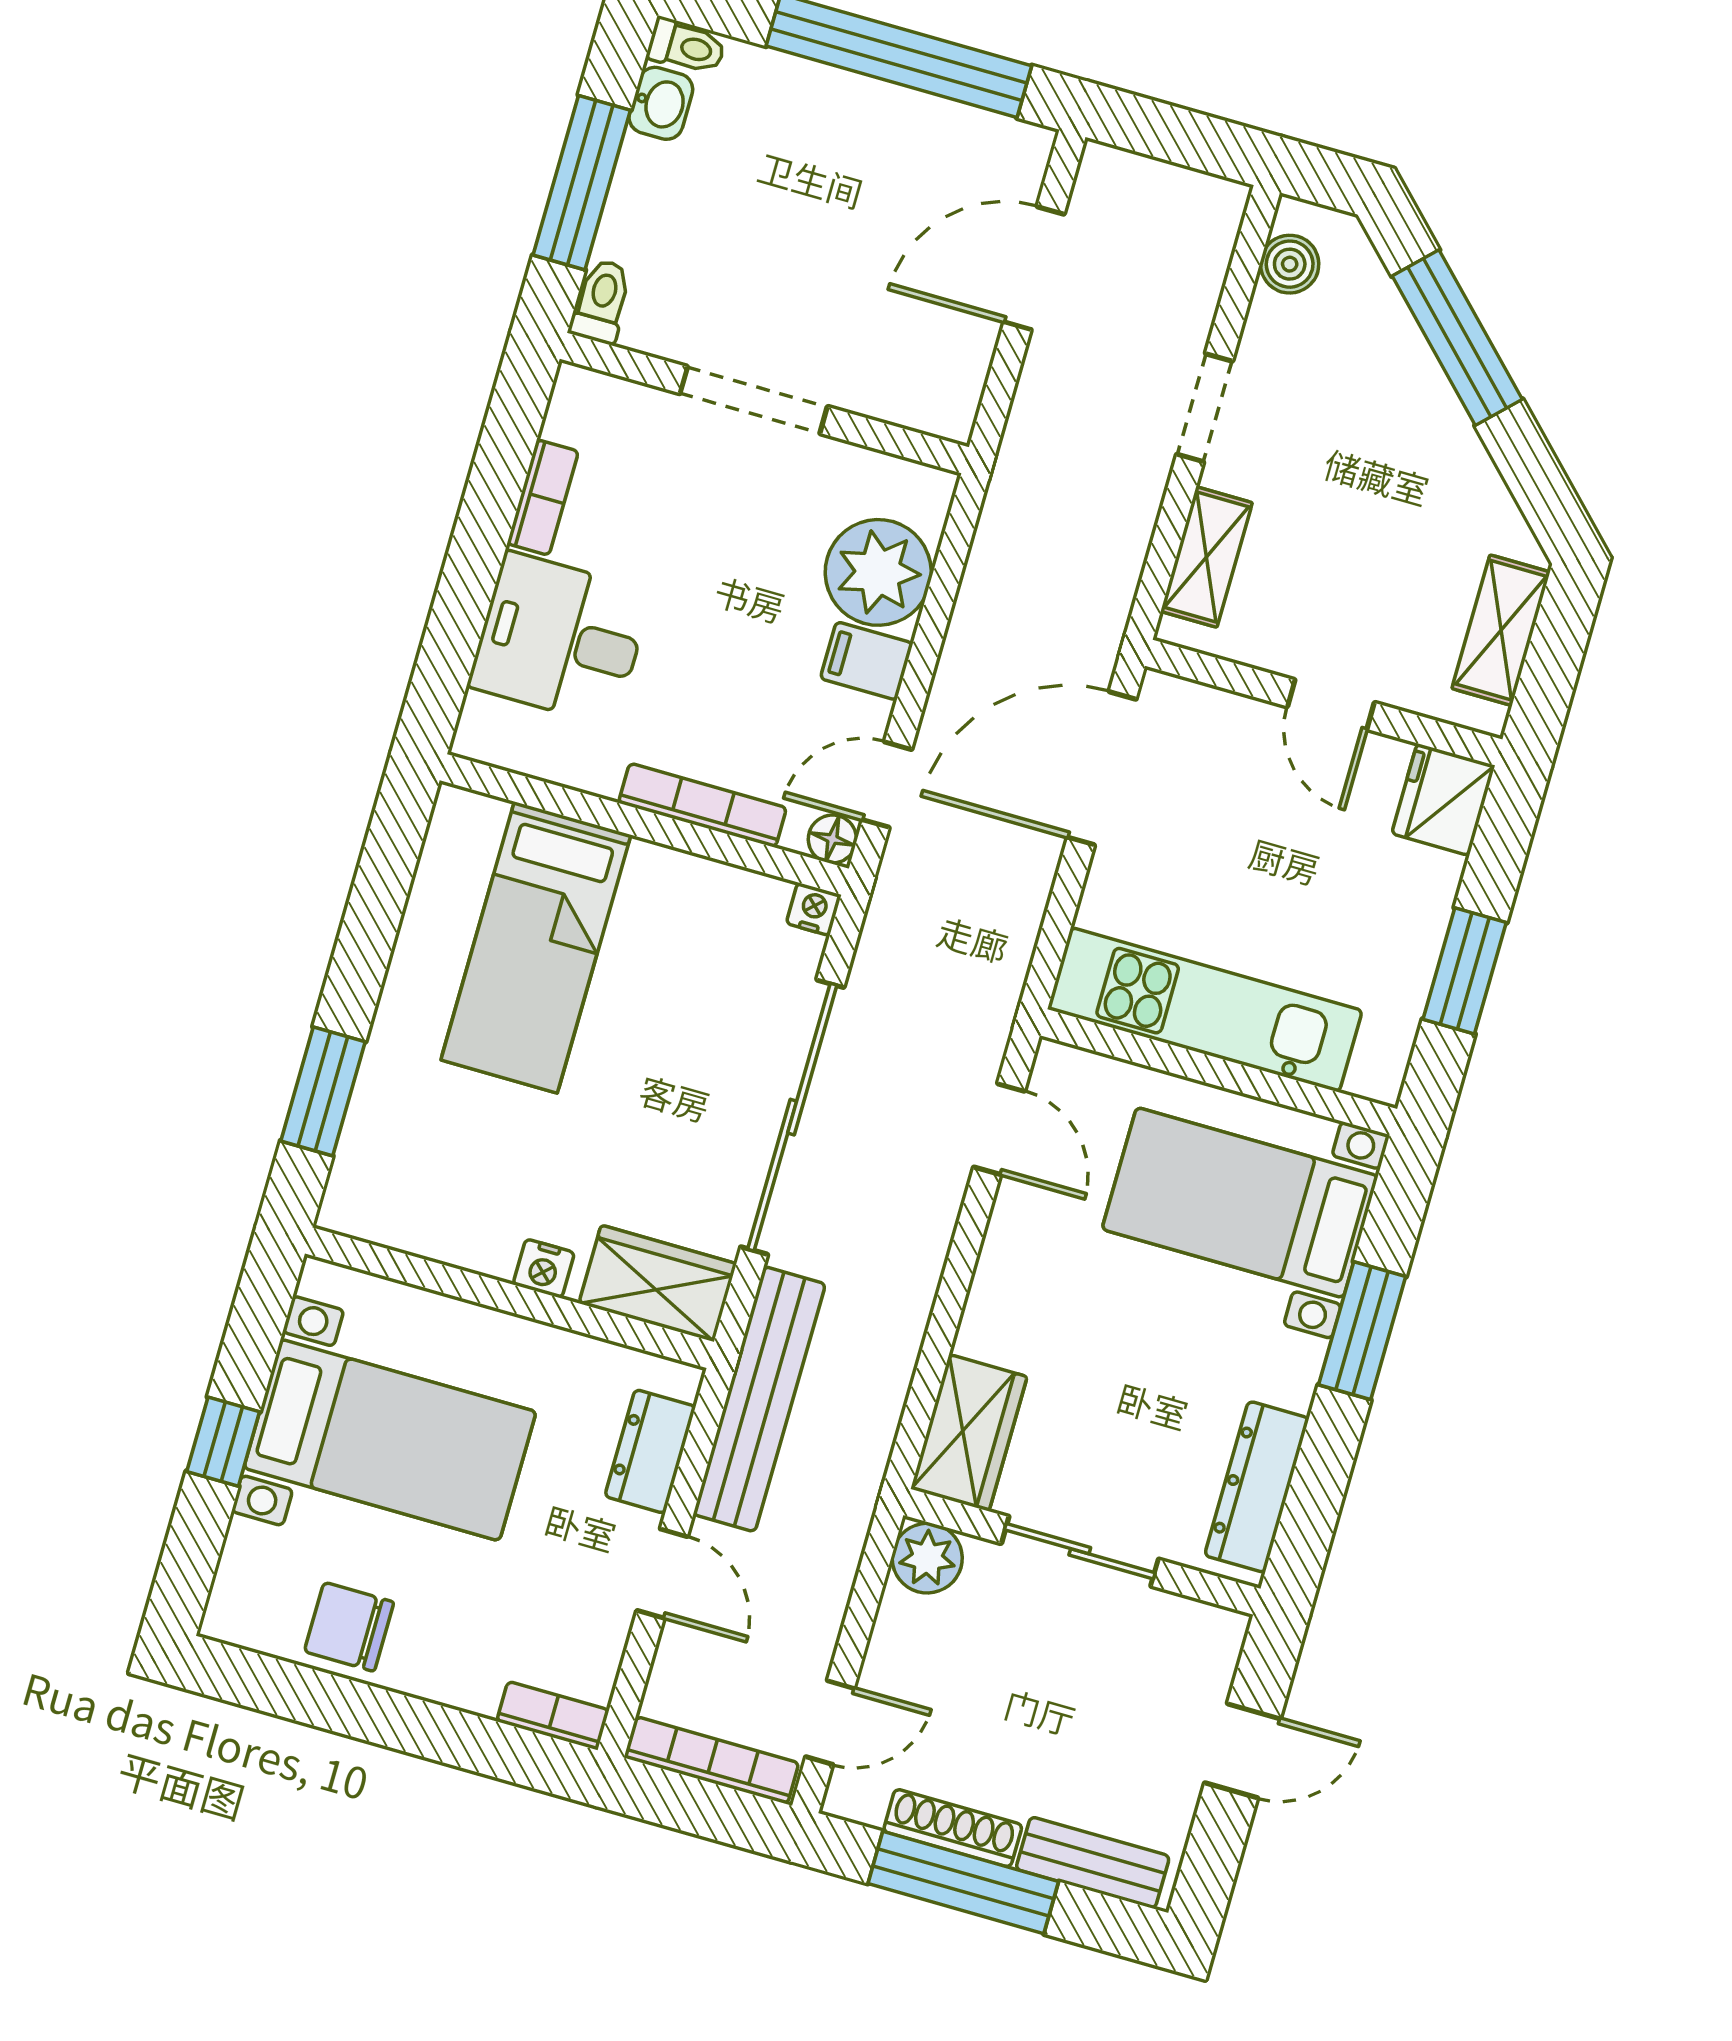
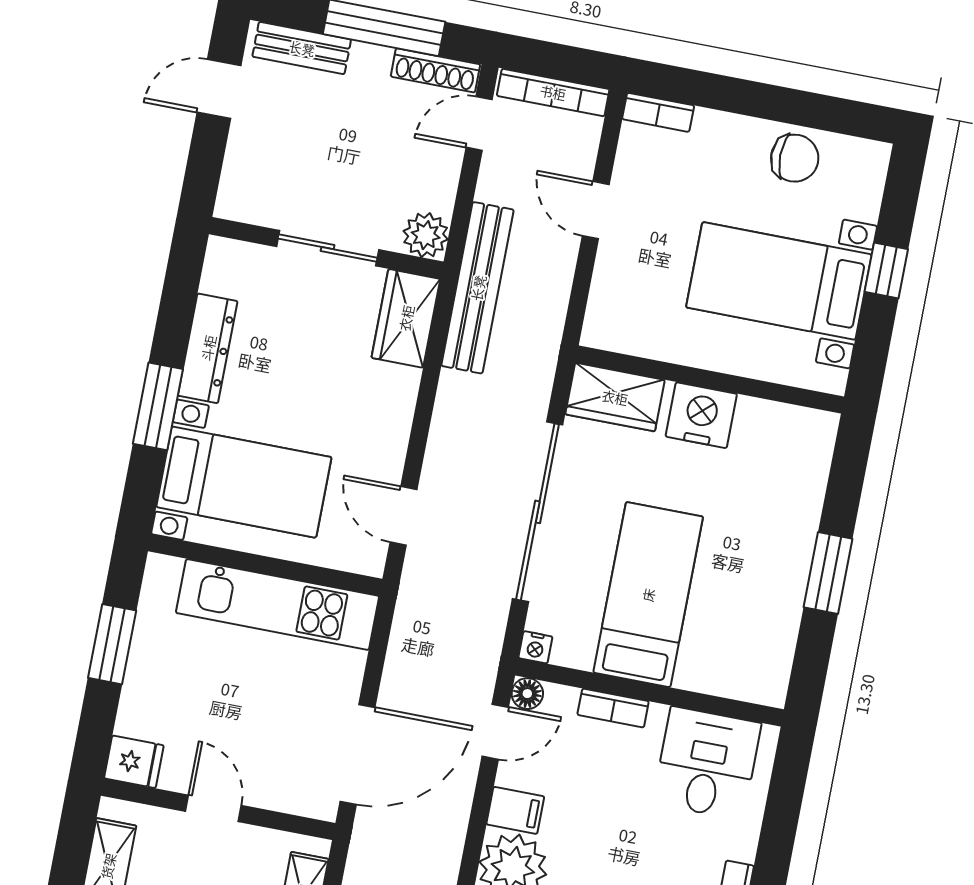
desk: (560, 639) -> (707, 763), moved, turned -90
fridge: (1443, 800) -> (134, 762), width x0.72
bookcase: (702, 805) -> (613, 708), width x0.64
bed: (536, 947) -> (648, 595), moved
window: (323, 1091) -> (828, 573), moved
nightstand: (544, 1268) -> (701, 415), width x1.89, depth x1.79
bench: (759, 1399) -> (478, 288), moved
dresser: (650, 1451) -> (610, 288), removed
dresser: (1257, 1487) -> (208, 348), moved
door: (1242, 1751) -> (219, 89), moved
shoe rack: (953, 1828) -> (435, 70), moved

